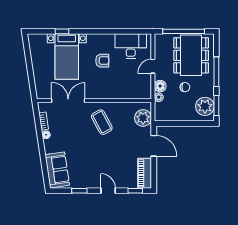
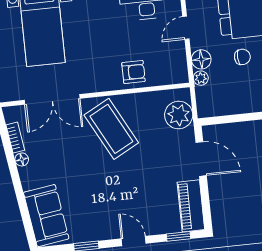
armchair: (102, 61) -> (133, 72), moved
double door: (68, 101) -> (52, 99), swing flipped
coffee table: (102, 122) -> (111, 129), width x1.36, depth x1.32

